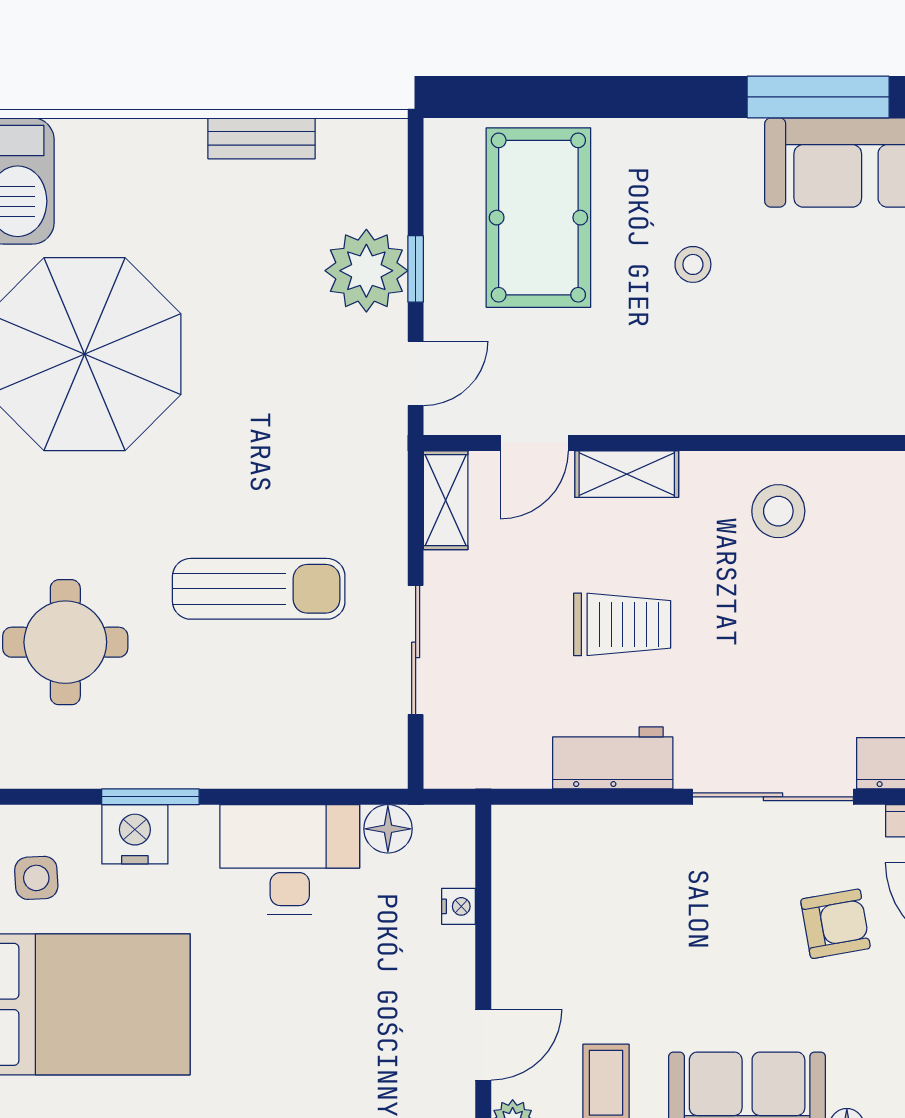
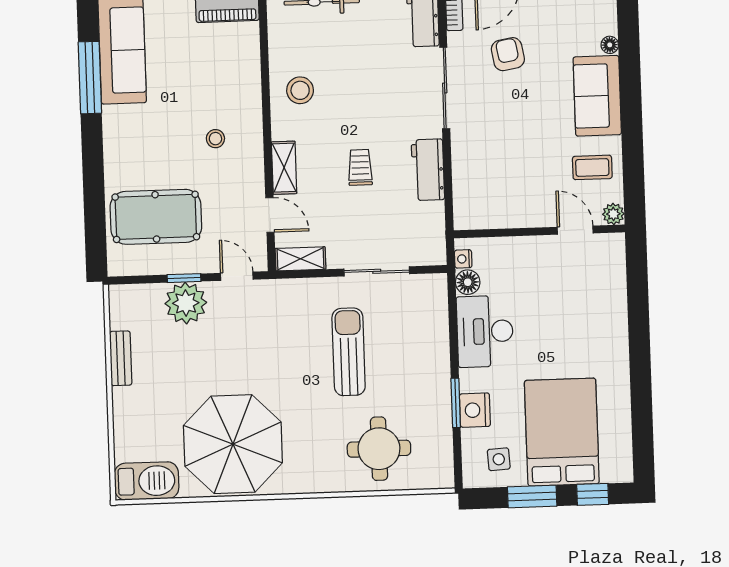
stool: (693, 264) -> (215, 139), moved
trolley: (622, 624) -> (360, 167), width x0.73, depth x0.72
nightstand: (459, 906) -> (463, 259), moved, turned -90

